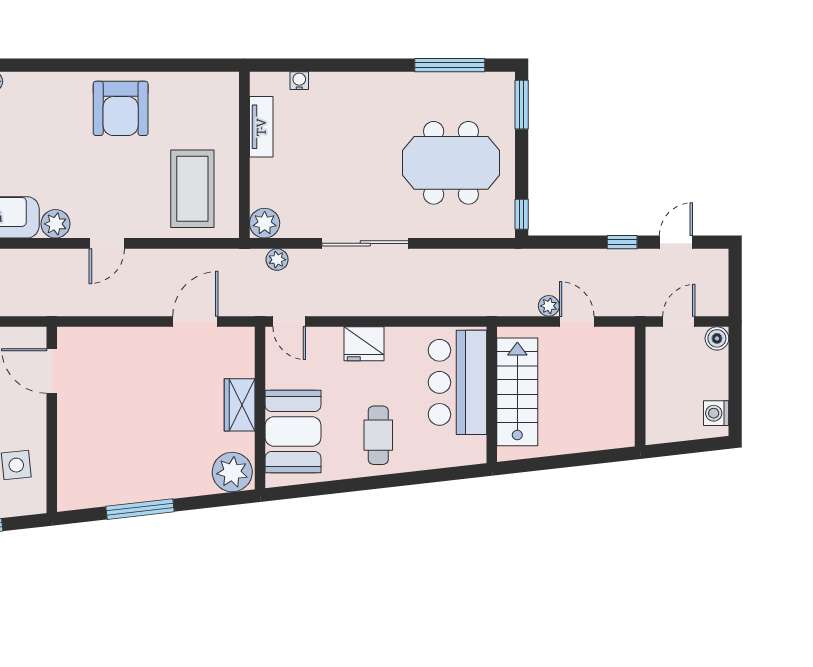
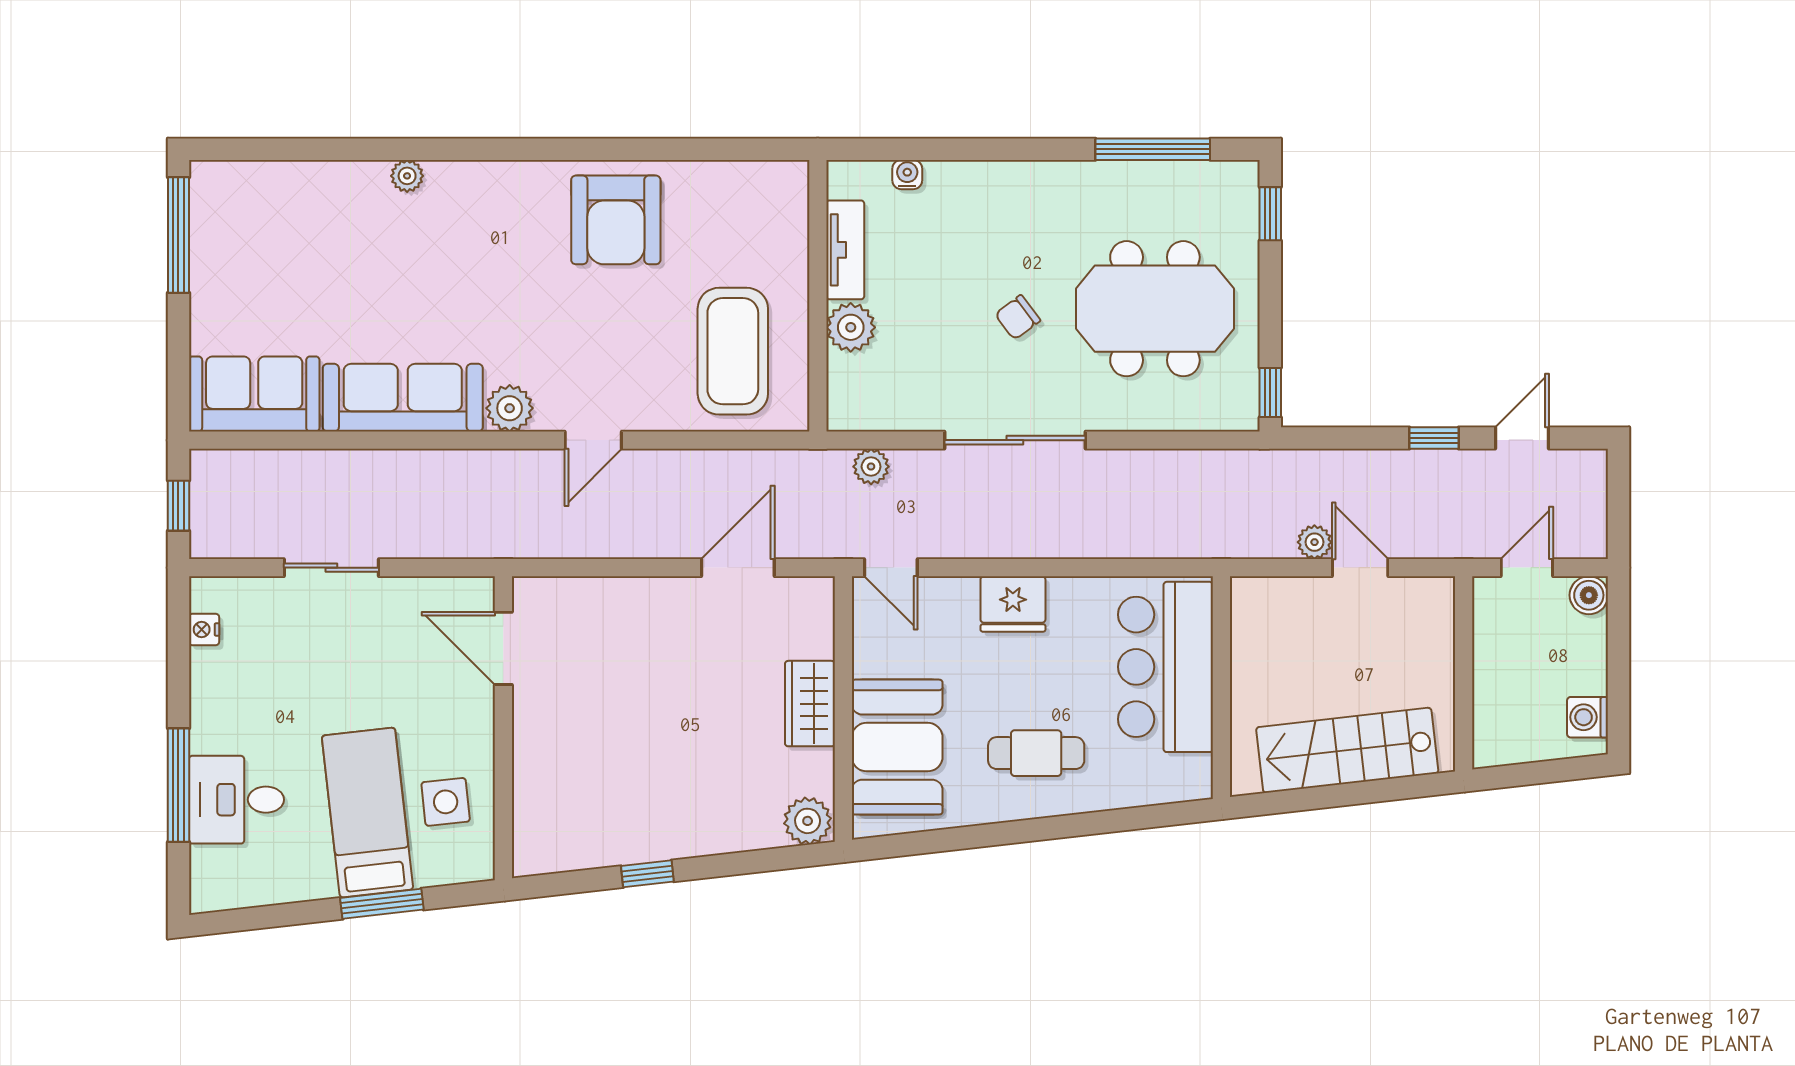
window: (522, 105) -> (1270, 214), width x0.67
chair: (367, 168) -> (1018, 317), added
plant: (265, 223) -> (851, 327), moved
stairs: (517, 392) -> (1347, 750), moved, turned -96
cafe table: (378, 435) -> (1036, 753), turned 90
plant: (232, 472) -> (808, 821), width x0.73, depth x0.73
window: (140, 509) -> (647, 874), width x0.46

